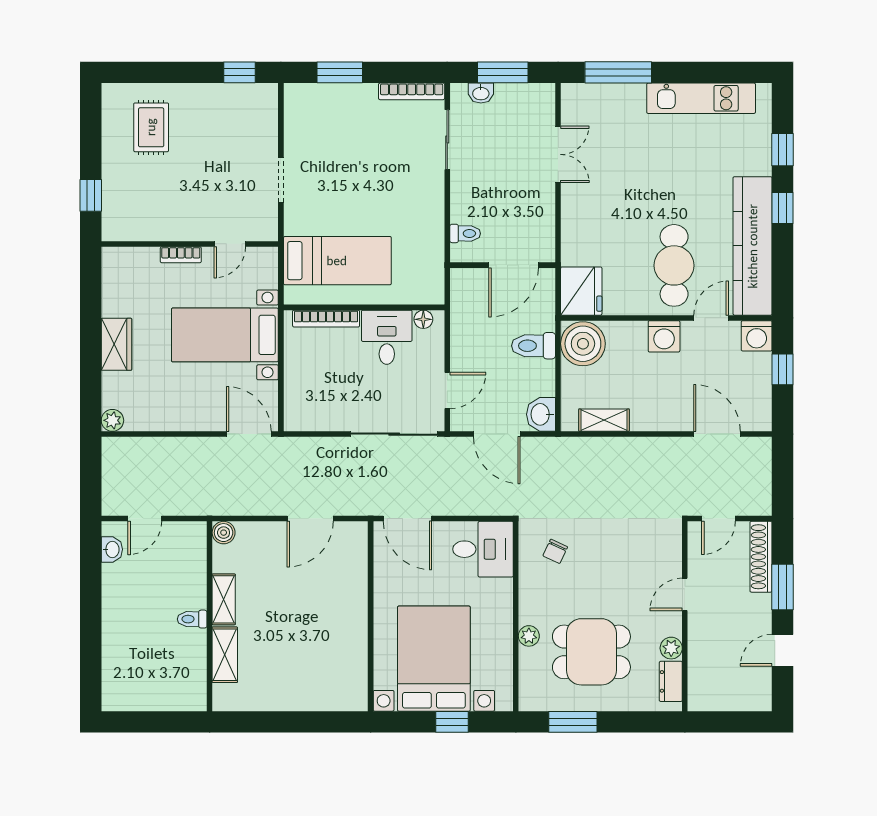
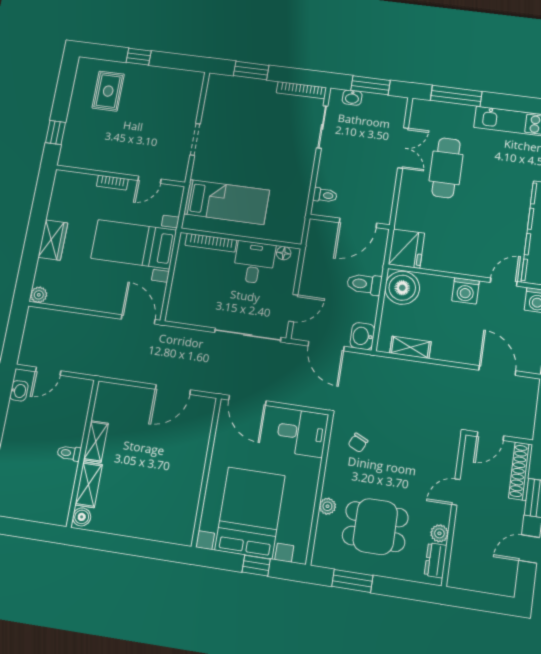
window: (240, 72) -> (139, 57), moved
cafe table: (674, 265) -> (446, 168), moved
boiler: (224, 533) -> (82, 517), moved

